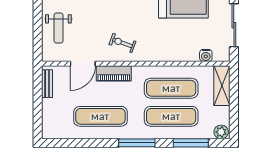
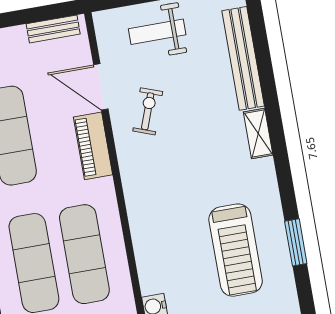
exercise bike: (122, 43) -> (148, 111), moved

